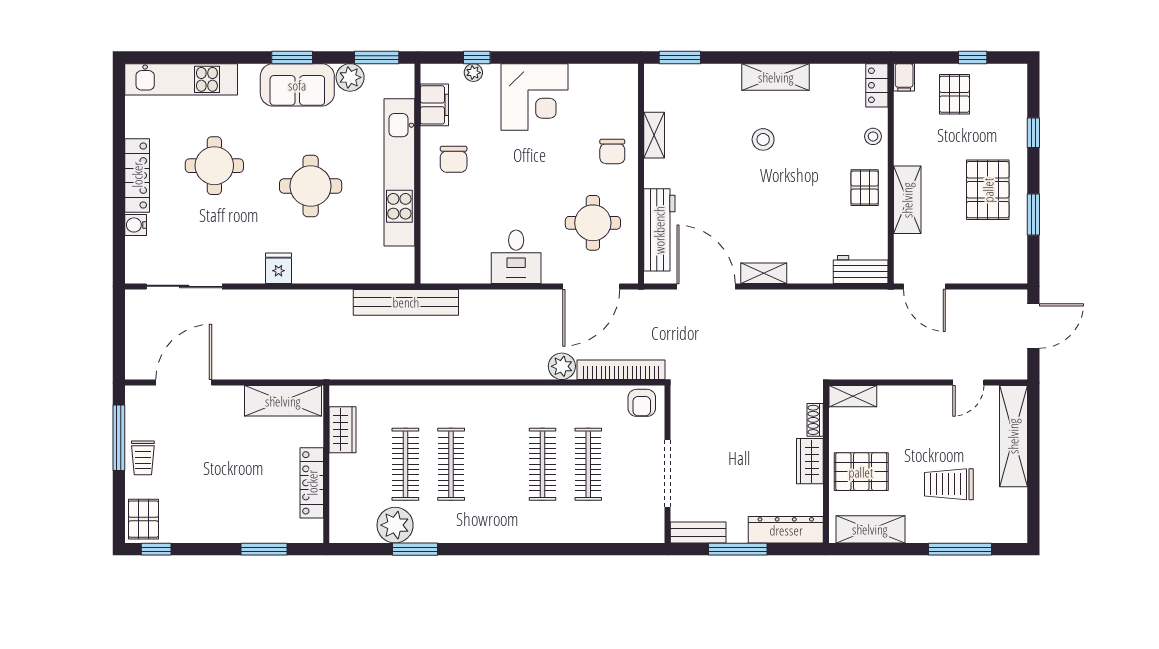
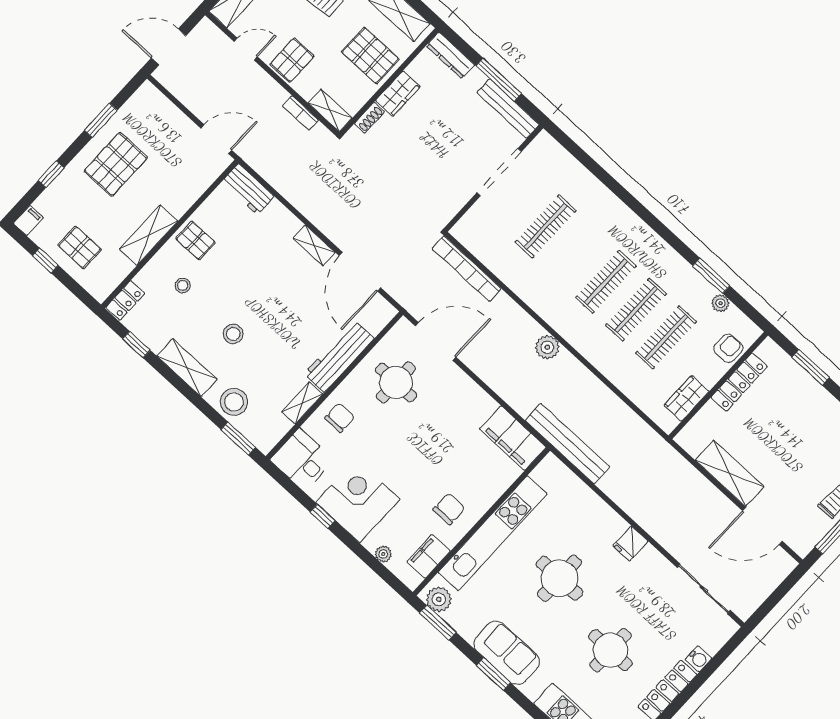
window: (477, 58) -> (323, 516), moved
window: (834, 58) -> (136, 345), added
plant: (350, 77) -> (439, 599), moved
filing cabinet: (904, 77) -> (28, 221), moved
stool: (711, 84) -> (234, 402), added
pallet: (954, 94) -> (80, 247), turned 90
stool: (873, 136) -> (183, 285), moved
pallet: (865, 188) -> (196, 241), turned 90
shelving: (907, 200) -> (149, 235), moved
workbench: (659, 230) -> (339, 356), moved
desk: (516, 257) -> (302, 460), moved, turned -90
filing cabinet: (455, 266) -> (513, 438), added
door: (924, 286) -> (216, 139), hinge flipped
plant: (562, 366) -> (547, 347), moved
bookcase: (875, 372) -> (300, 113), added
shelving: (283, 401) -> (730, 473), moved
armchair: (642, 403) -> (728, 348), moved
pallet: (922, 408) -> (292, 60), added
clothes rail: (543, 464) -> (606, 282), moved
plant: (395, 525) -> (720, 303), width x0.53, depth x0.53
dresser: (786, 530) -> (450, 55), width x0.73, depth x0.80
bench: (698, 532) -> (508, 109), width x1.36

